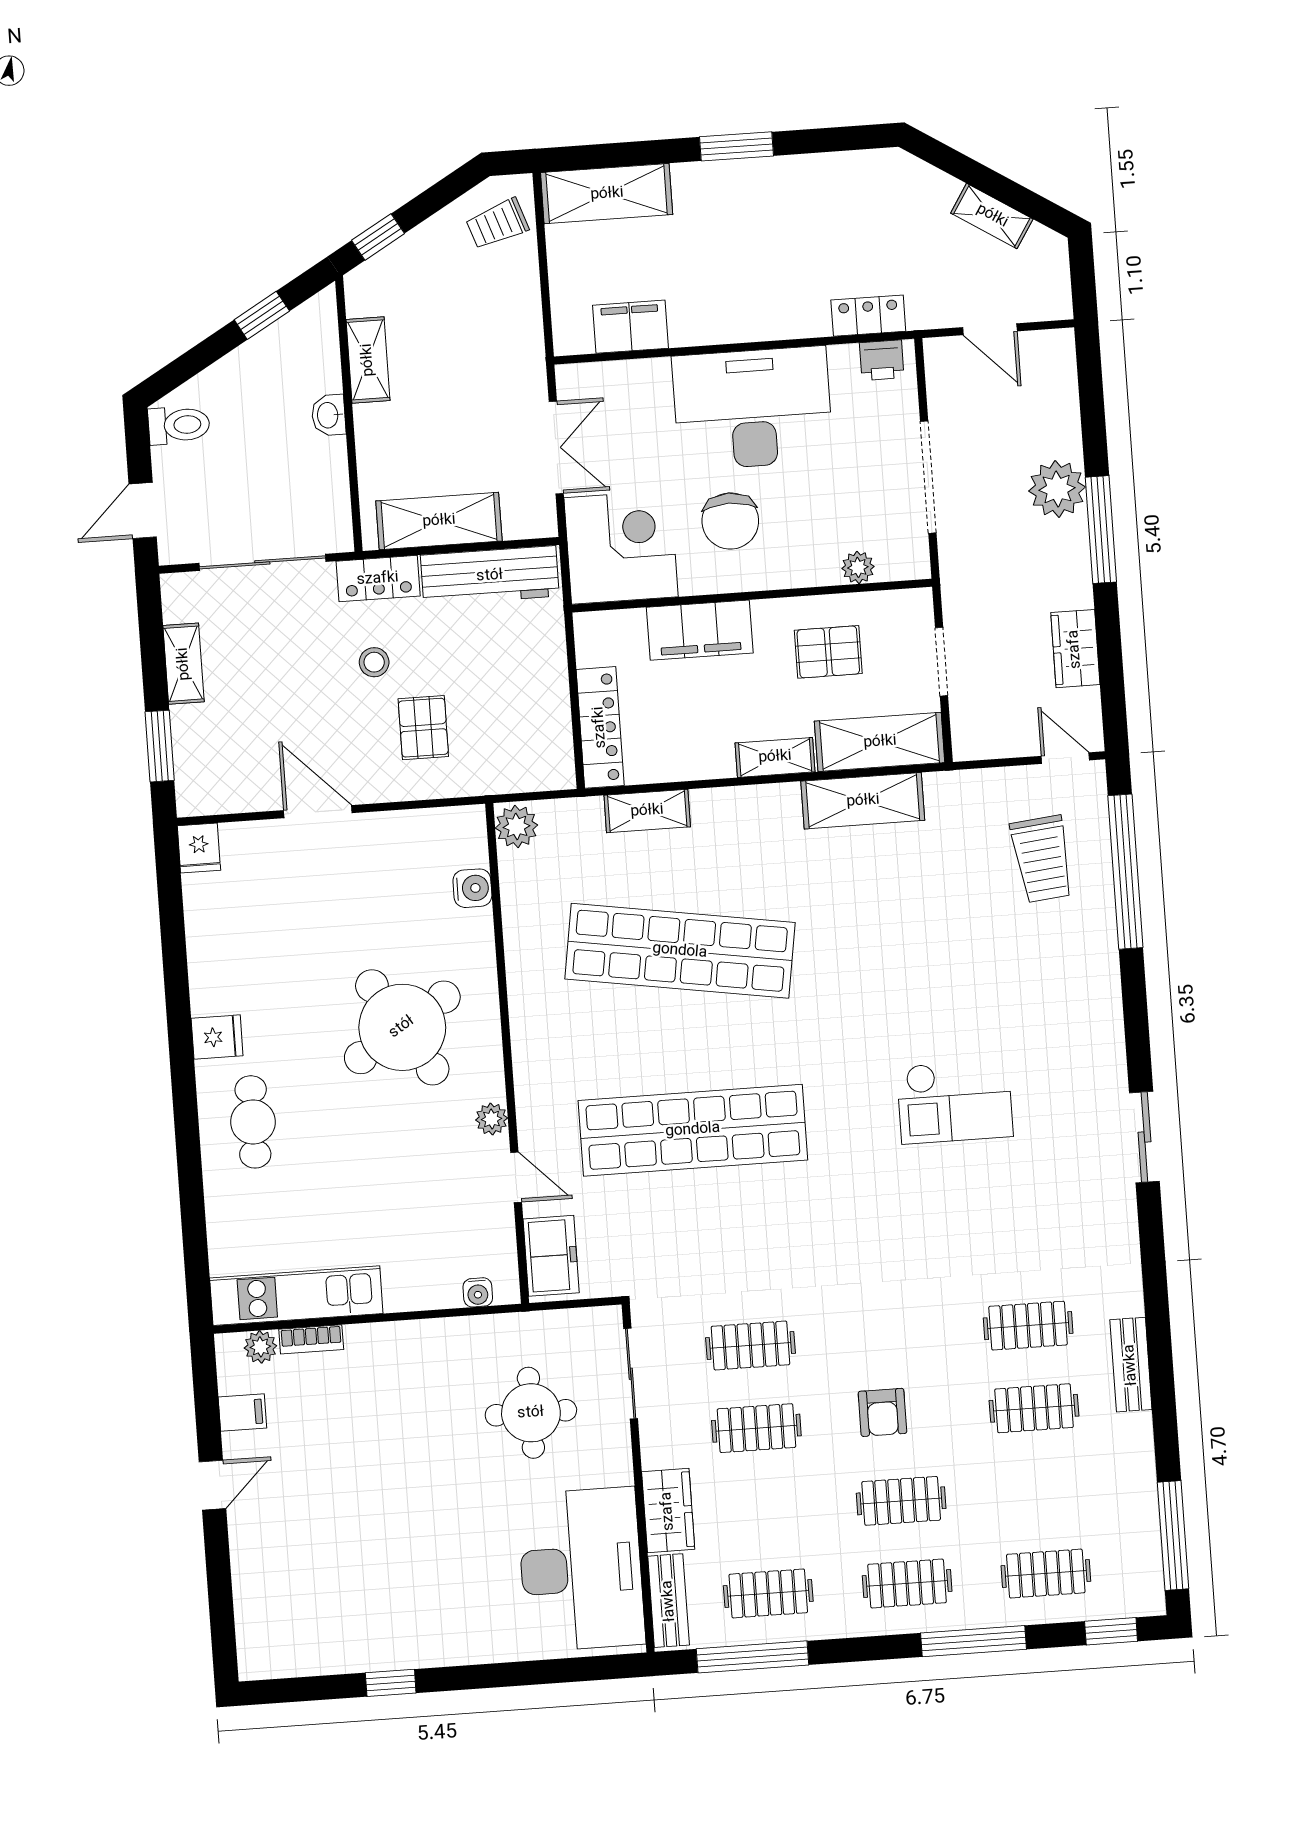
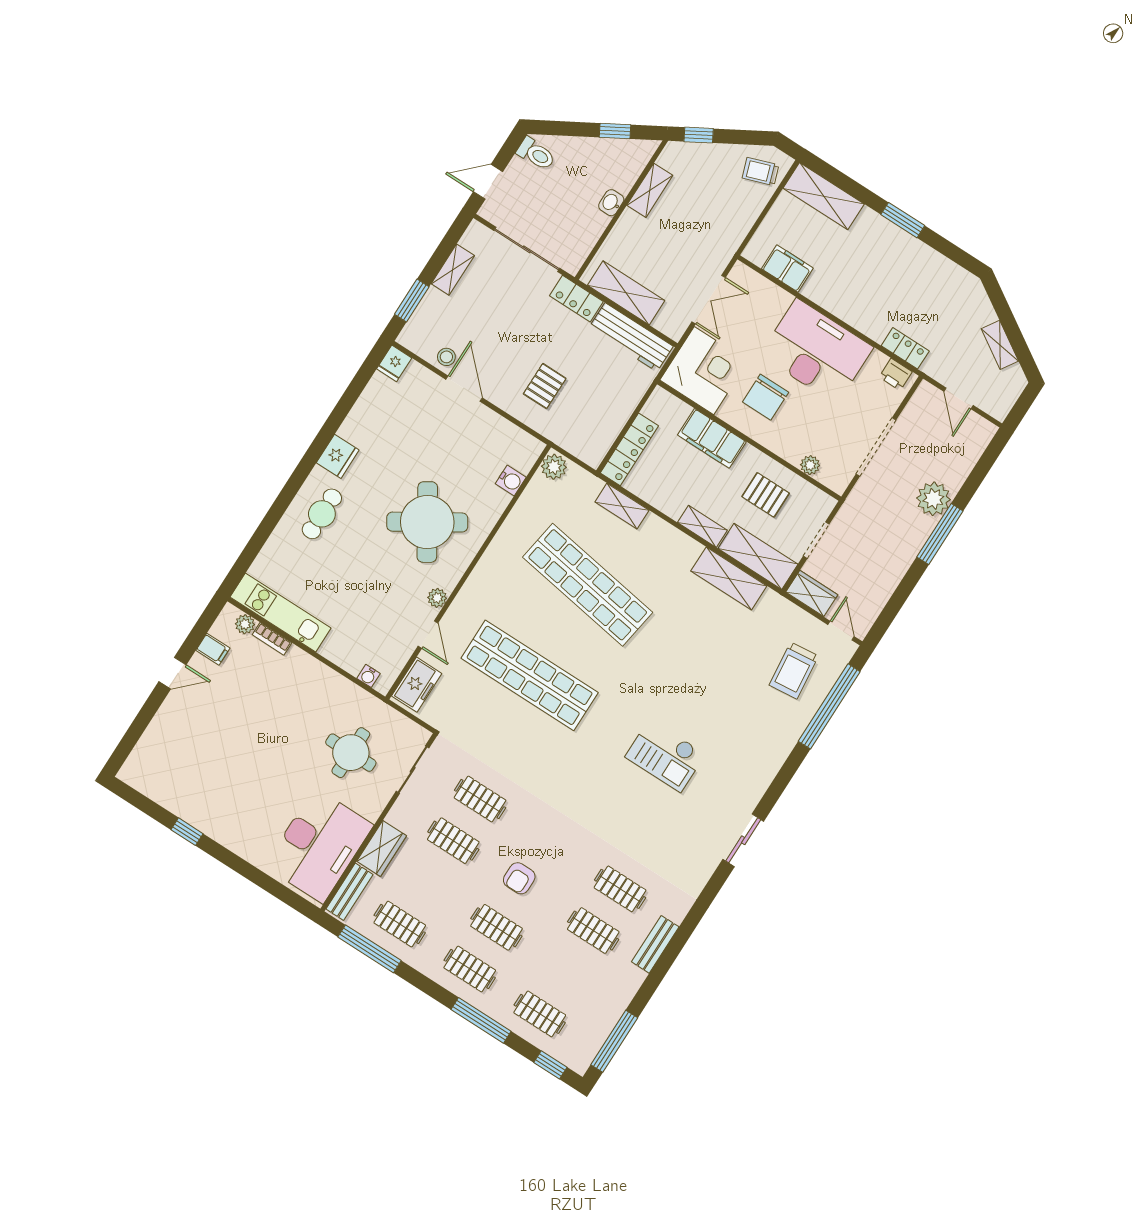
wardrobe: (1075, 649) -> (812, 593), moved, turned 90
stool: (374, 662) -> (446, 357), moved
fridge: (217, 1037) -> (338, 456), width x1.38

